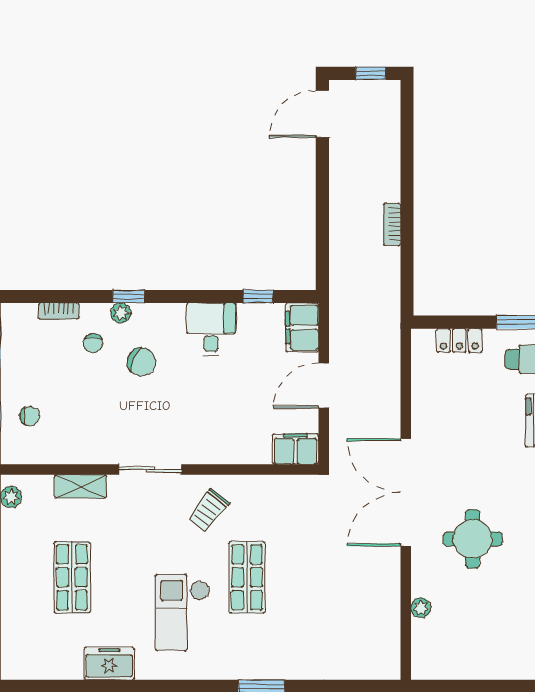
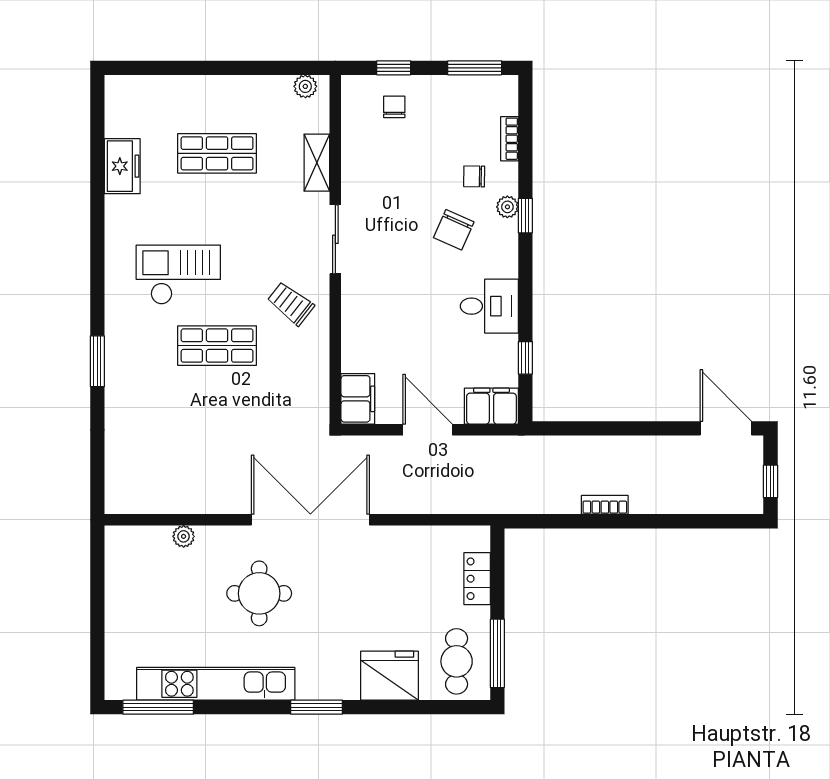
chair: (30, 416) -> (394, 107), turned 180
freezer: (109, 664) -> (122, 166), moved

